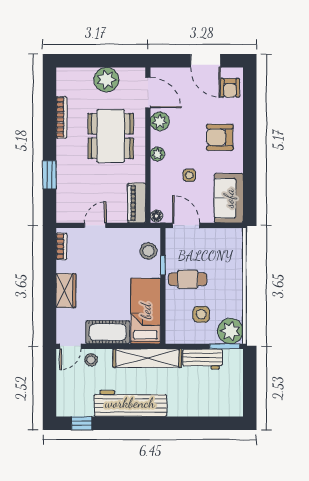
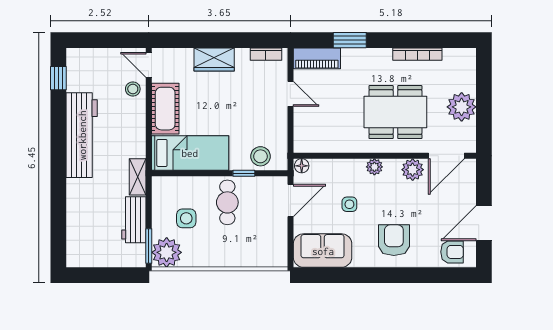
armchair: (230, 88) -> (452, 252), turned 180
piano: (136, 203) -> (317, 58), moved, turned 180
shelving: (147, 358) -> (138, 177), width x0.45, depth x0.75

